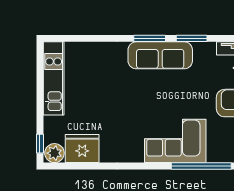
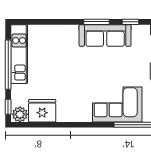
window: (192, 38) -> (130, 22), width x0.67
window: (40, 92) -> (8, 65), added

